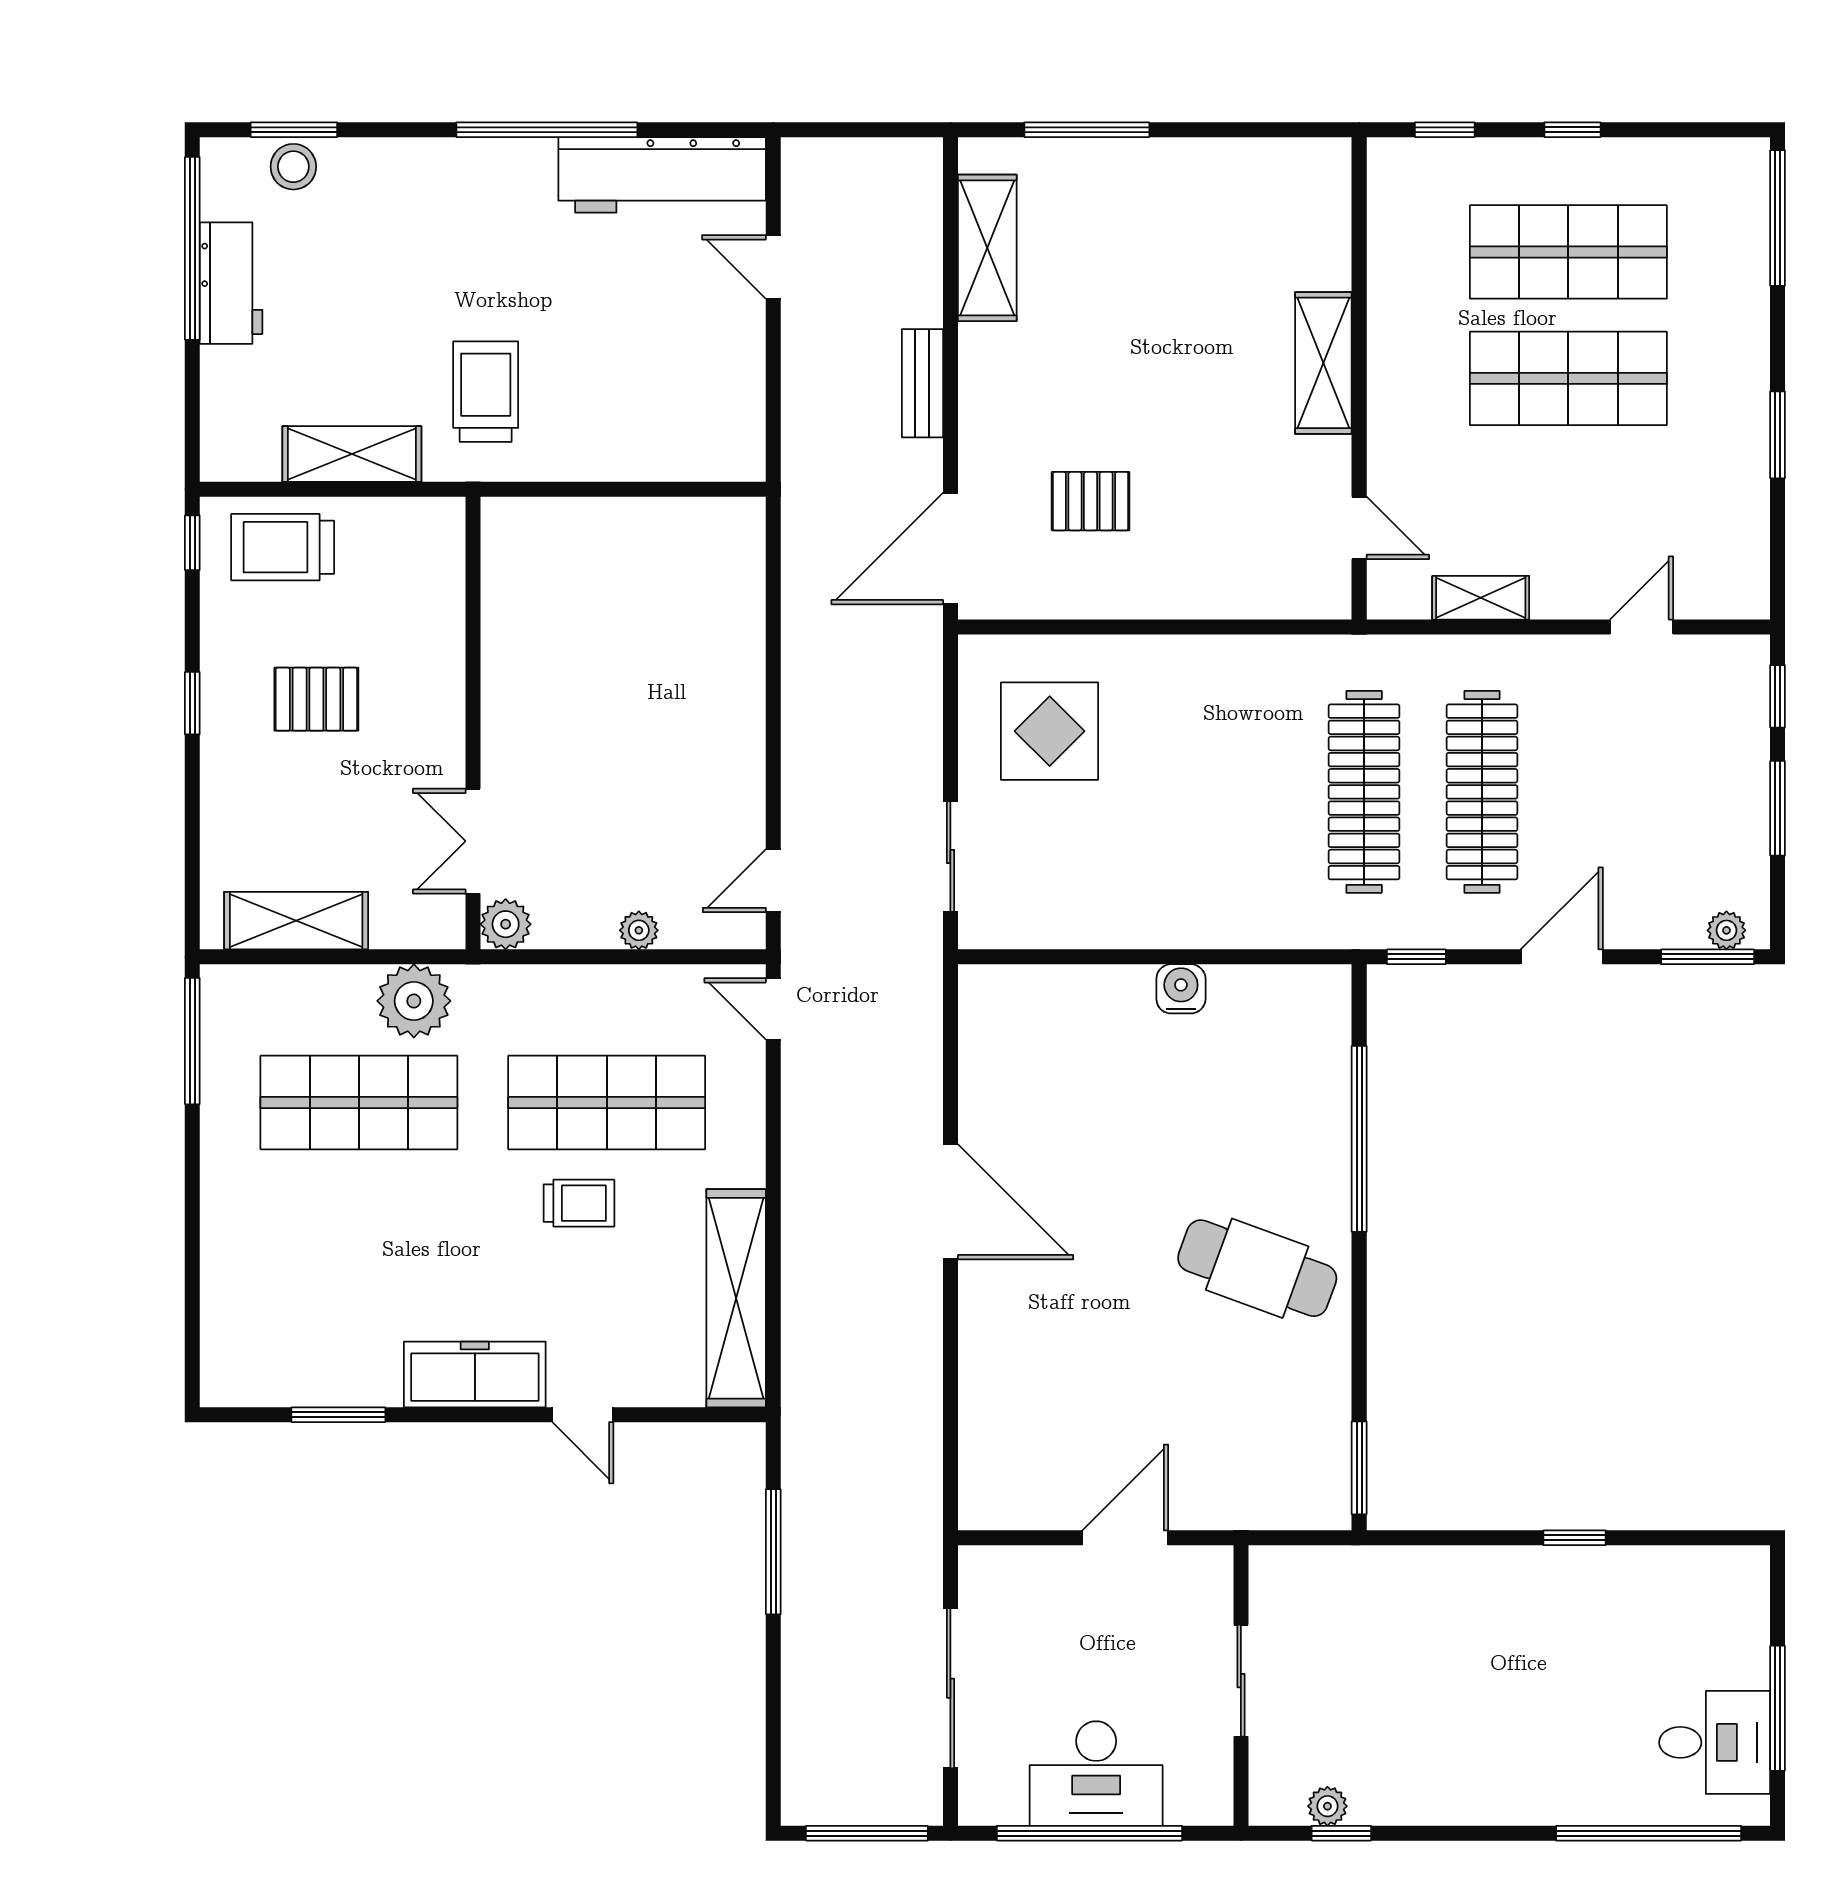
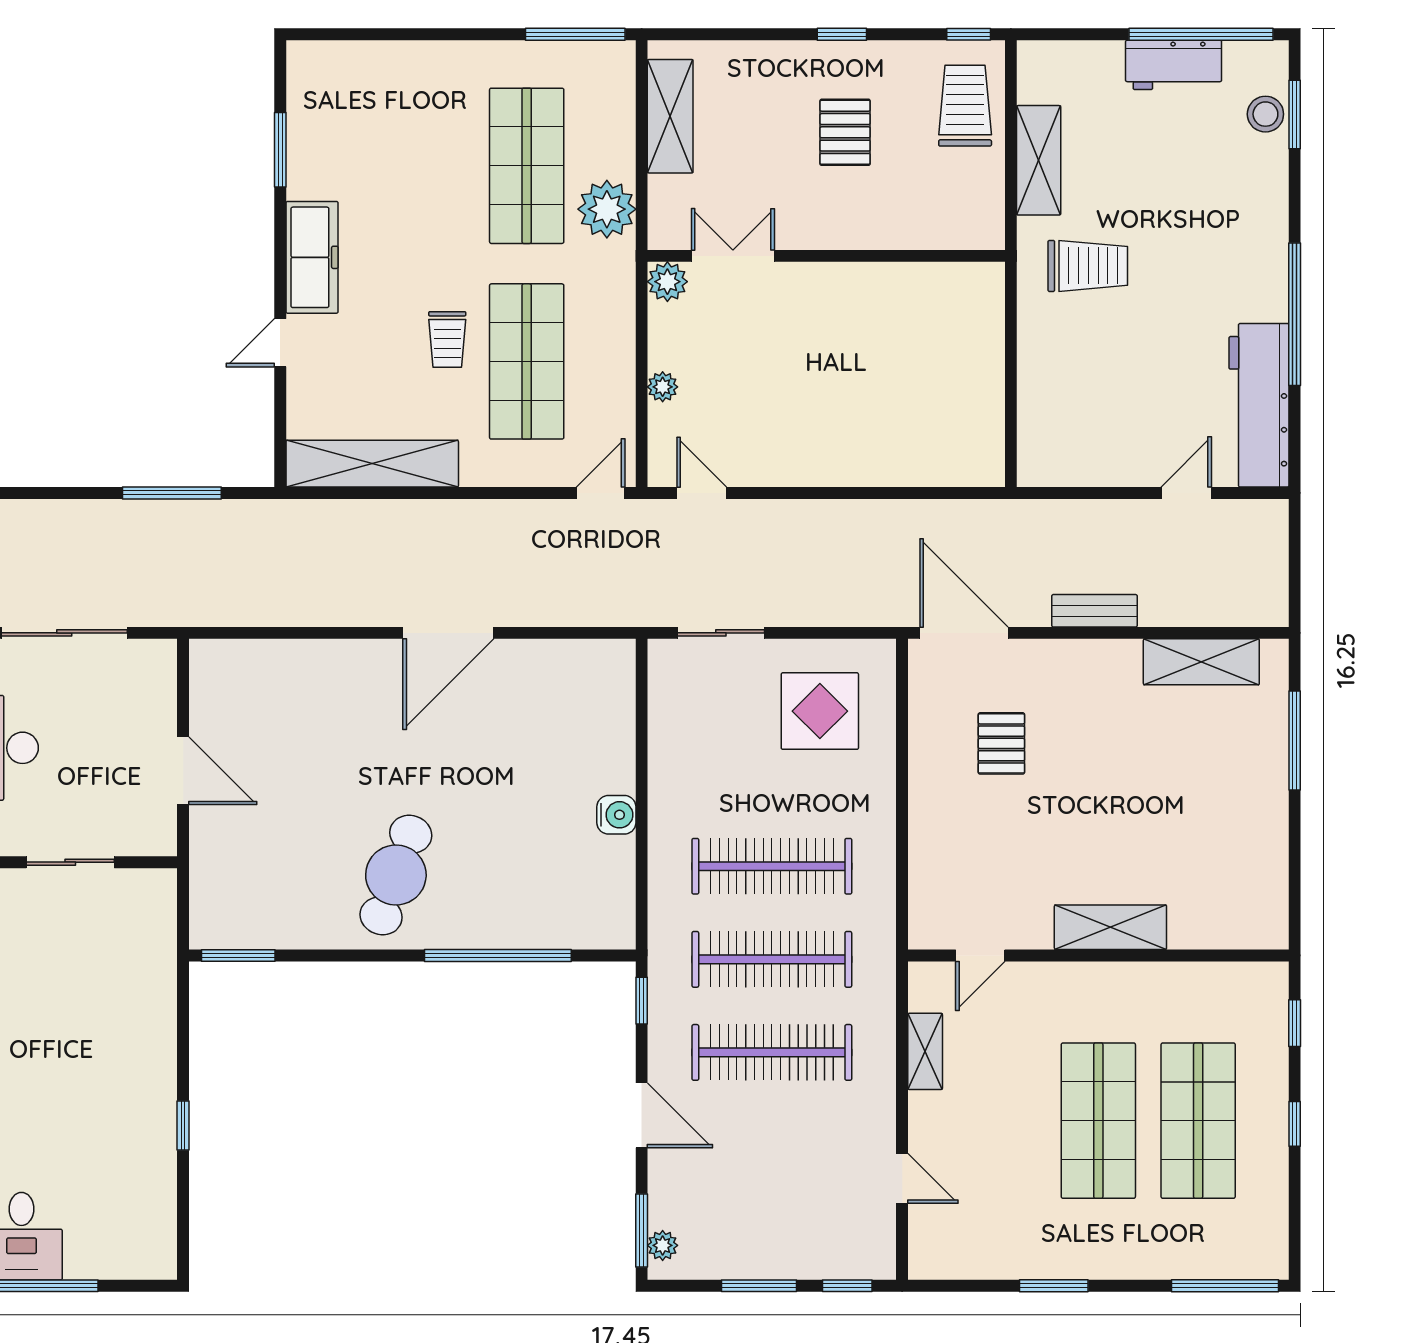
clothes rail: (1246, 792) -> (772, 866), added

